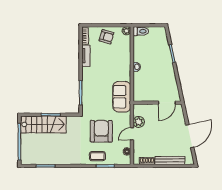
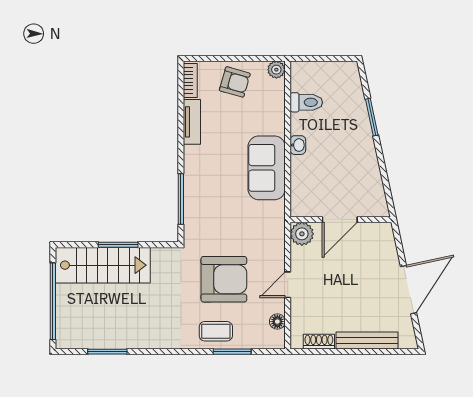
toilet: (141, 31) -> (306, 102), moved
sofa: (122, 97) -> (267, 168), moved
door: (167, 103) -> (340, 220), moved
plant: (139, 122) -> (302, 234), moved
armchair: (101, 131) -> (224, 279), turned 90

